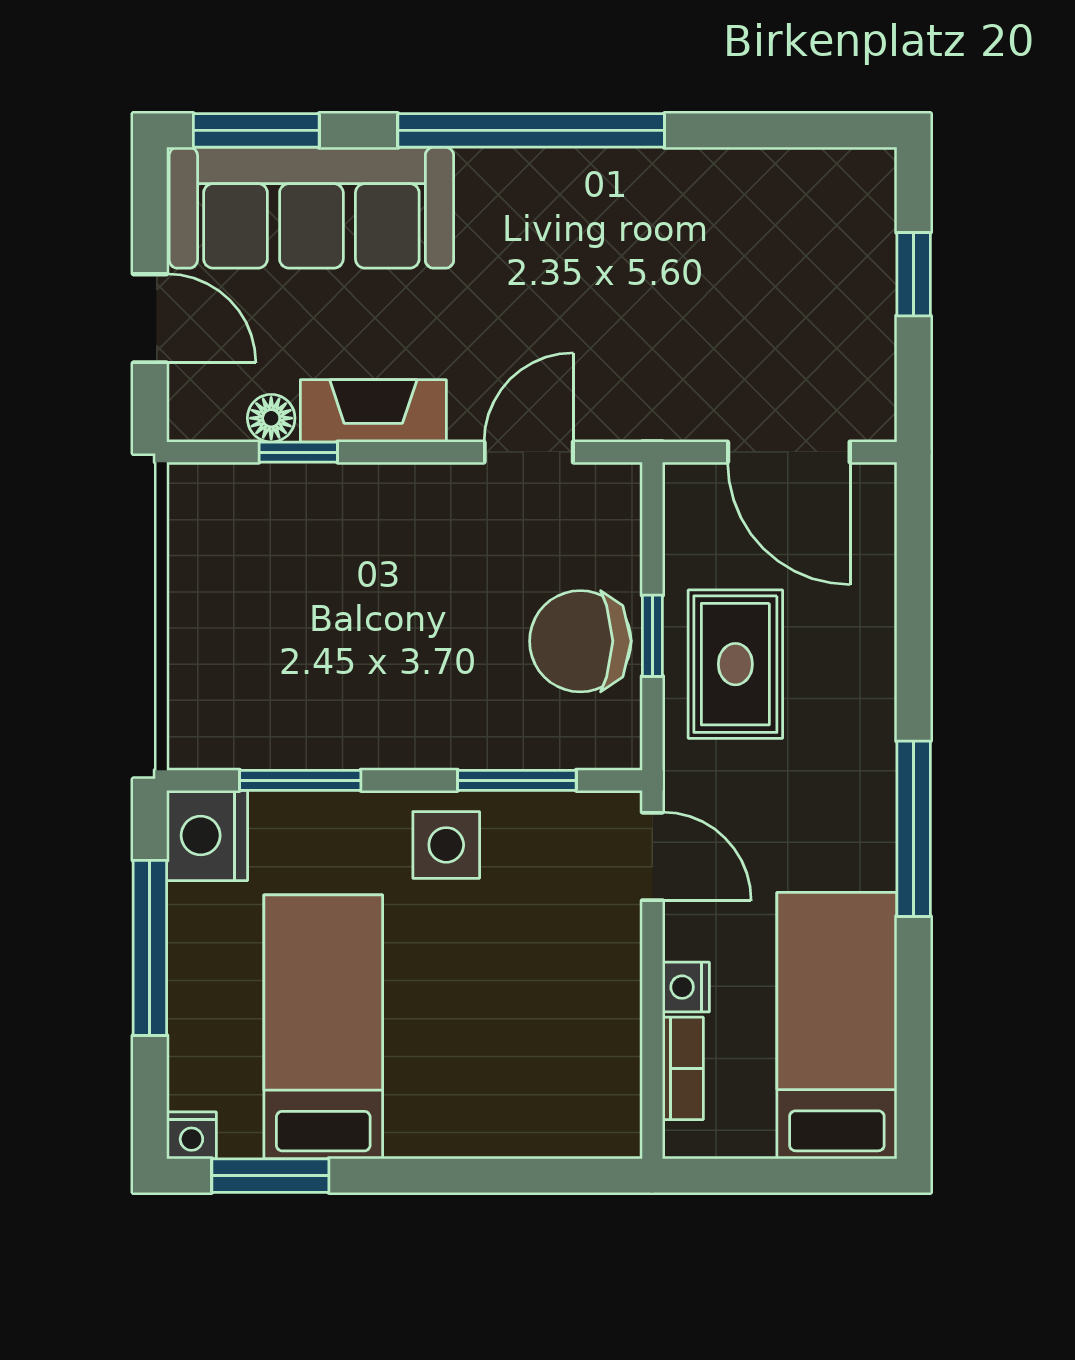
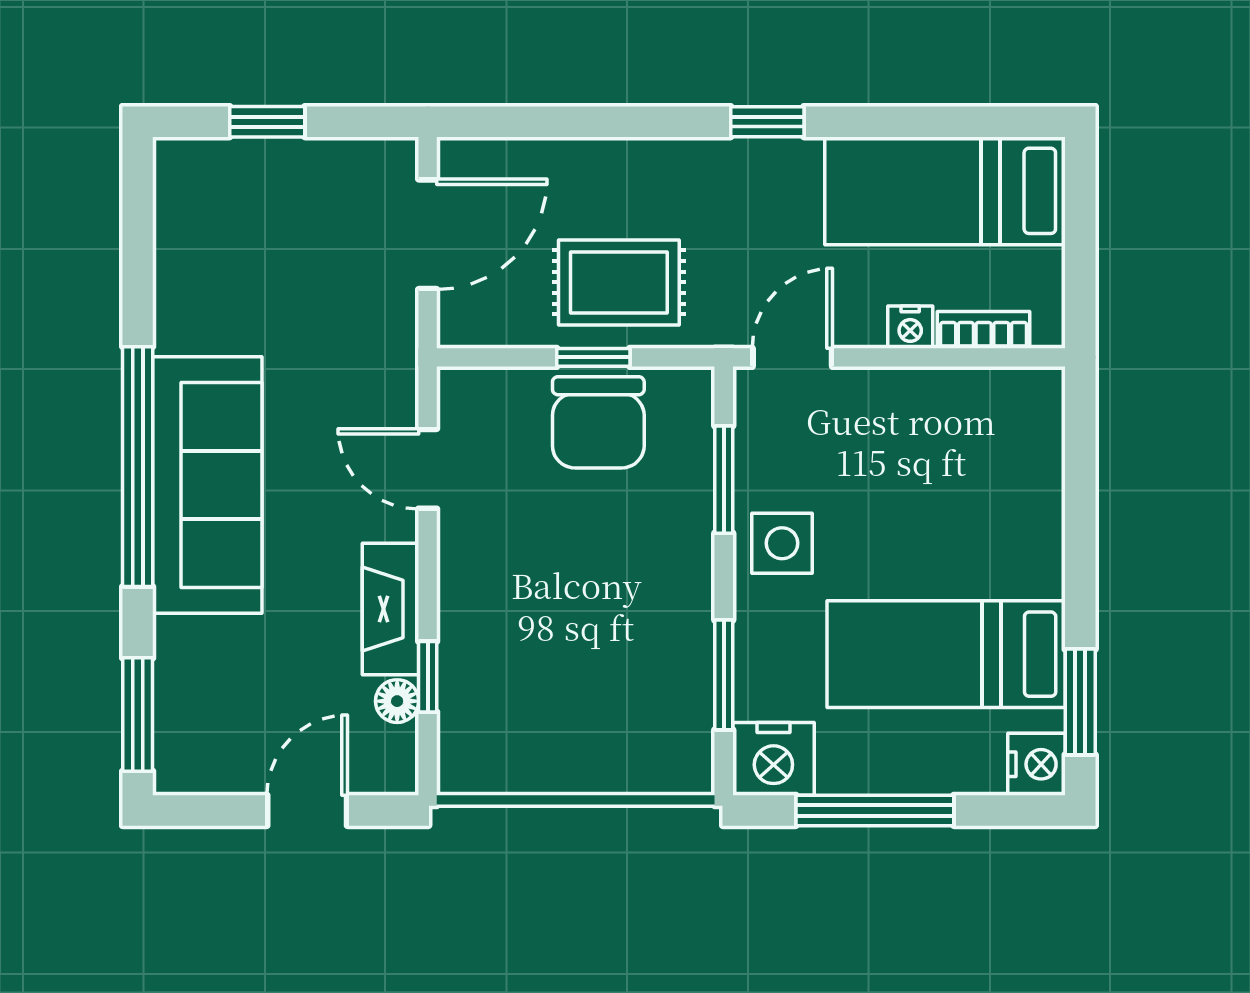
sofa: (311, 208) -> (207, 485), moved
window: (914, 829) -> (767, 122), width x0.46
nightstand: (191, 1135) -> (1036, 764), width x1.39, depth x1.35

